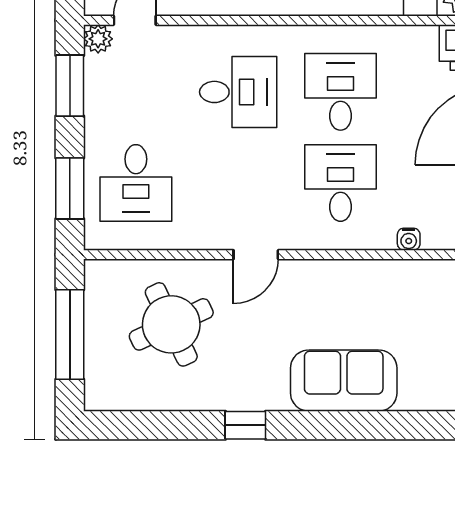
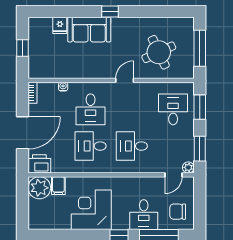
desk: (341, 92) -> (91, 146), turned 90
fridge: (417, 391) -> (60, 25), added
window: (245, 425) -> (110, 12), moved

